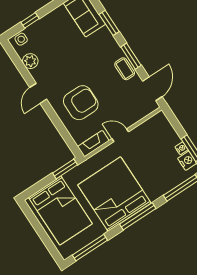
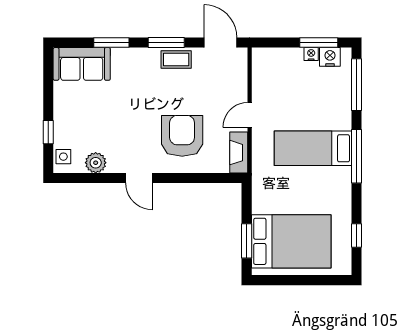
window: (65, 169) -> (247, 241), moved
bed: (114, 194) -> (313, 148), width x0.49
window: (90, 248) -> (357, 235), width x0.46

